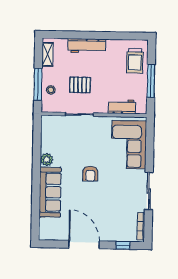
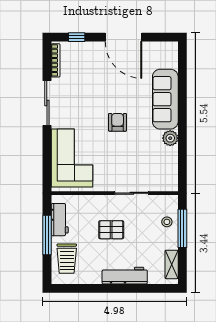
trolley: (135, 61) -> (67, 259), turned 180
pallet: (80, 85) -> (111, 230), moved
workbench: (122, 107) -> (60, 220), moved, turned -90

